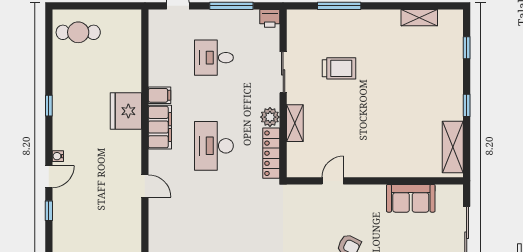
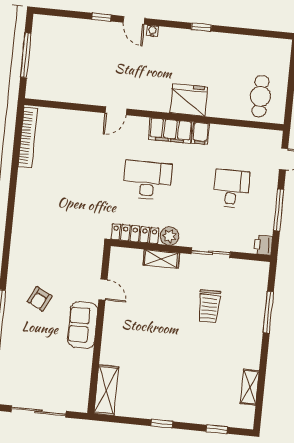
cafe table: (78, 32) -> (260, 96), moved
shelving: (453, 147) -> (106, 390), moved, turned 90
sofa: (411, 198) -> (83, 325), moved

